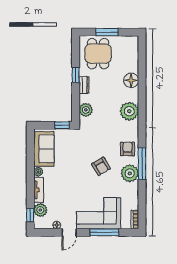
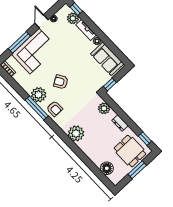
window: (76, 75) -> (145, 139), moved
floor lamp: (131, 80) -> (107, 168), moved

